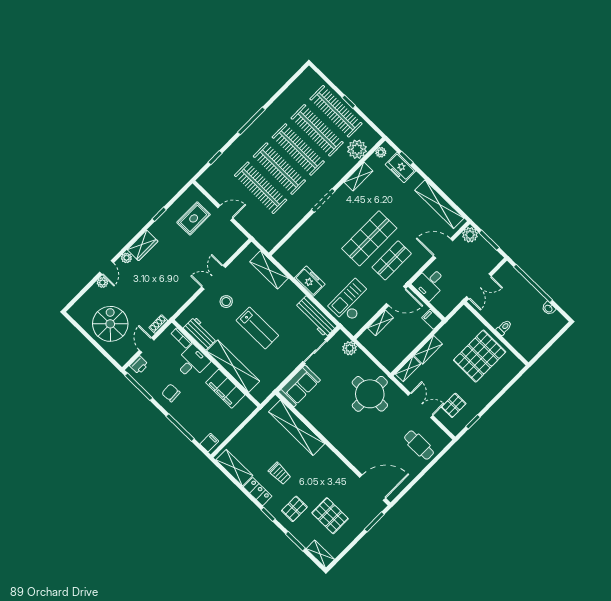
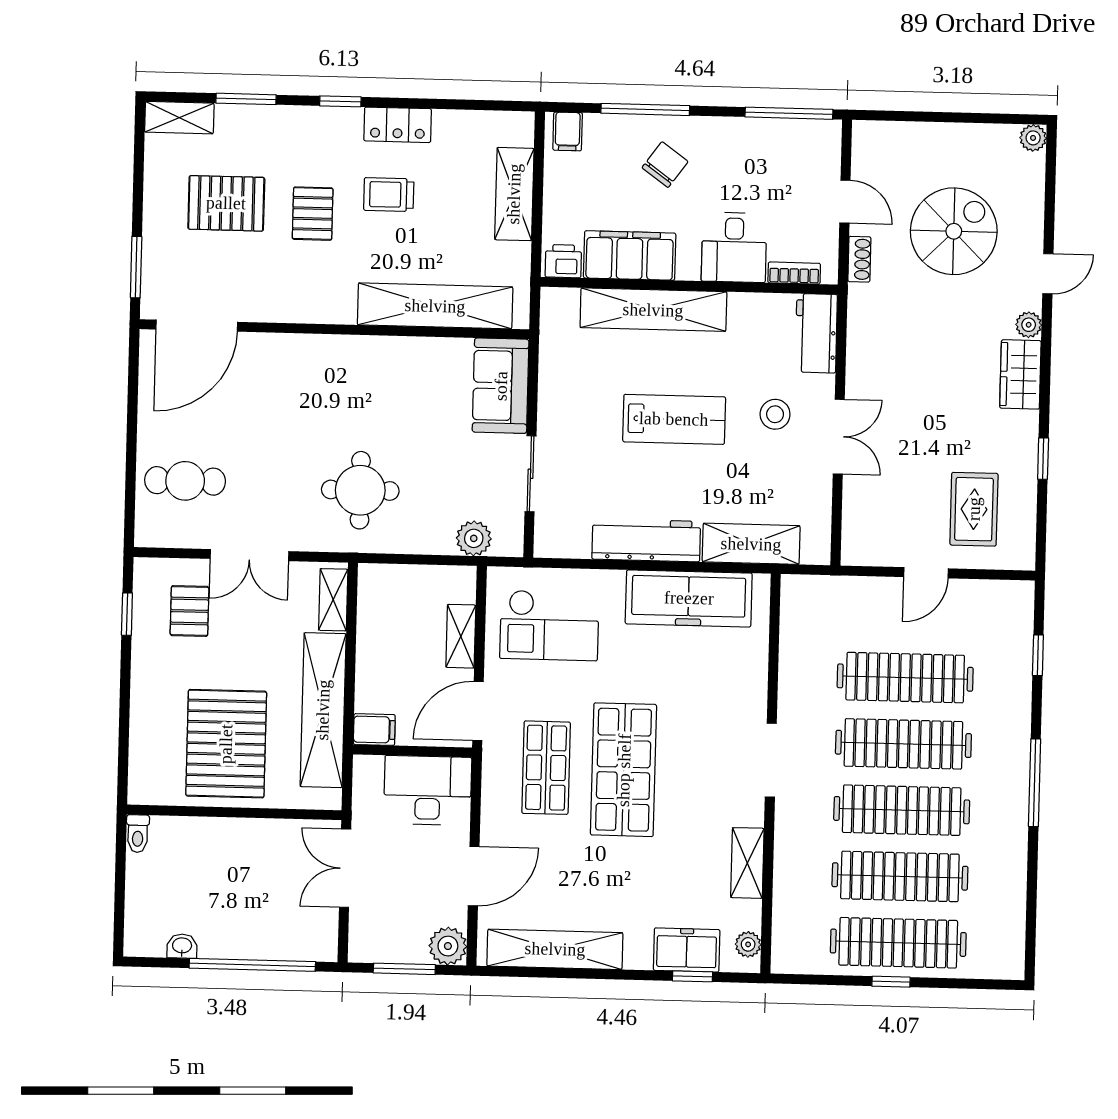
plant: (357, 149) -> (796, 910), removed
door: (107, 268) -> (1048, 274), swing flipped
freezer: (310, 281) -> (689, 598), width x1.91, depth x1.26
plant: (102, 282) -> (1033, 138), moved
desk: (430, 283) -> (428, 790), width x1.37
checkout: (351, 302) -> (549, 625), turned 90
workbench: (316, 317) -> (646, 540), moved
spiral stairs: (110, 324) -> (954, 231), moved, turned -90
lab bench: (257, 328) -> (674, 419), turned 180
toilet: (504, 328) -> (138, 834), moved
workbench: (200, 333) -> (816, 333), moved, turned 90
shelving: (428, 350) -> (323, 710), width x2.20, depth x1.33
printer: (139, 365) -> (563, 261), moved, turned 90
chair: (171, 393) -> (665, 165), moved, turned -51
round table: (370, 394) -> (360, 490), width x0.73, depth x0.73
shelving: (234, 468) -> (514, 194), moved, turned 90
pallet: (294, 509) -> (313, 214), moved

